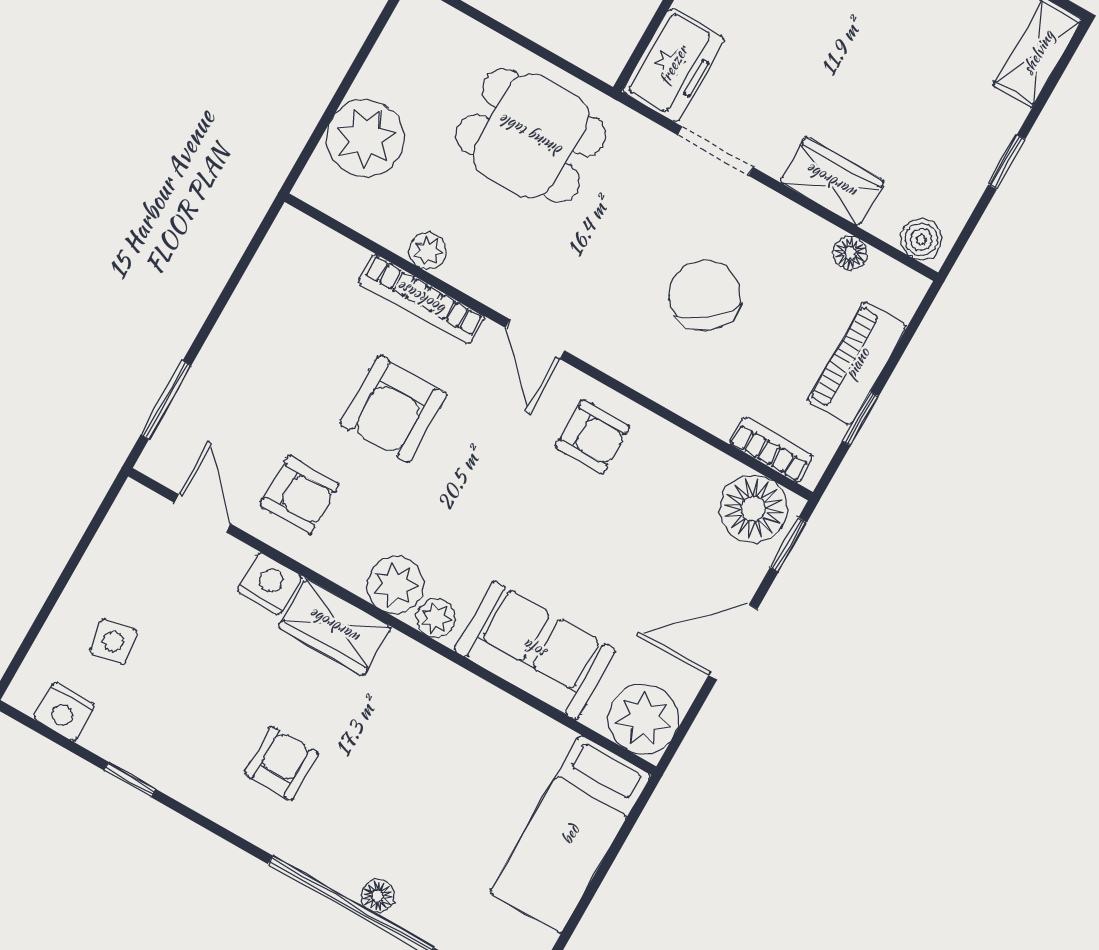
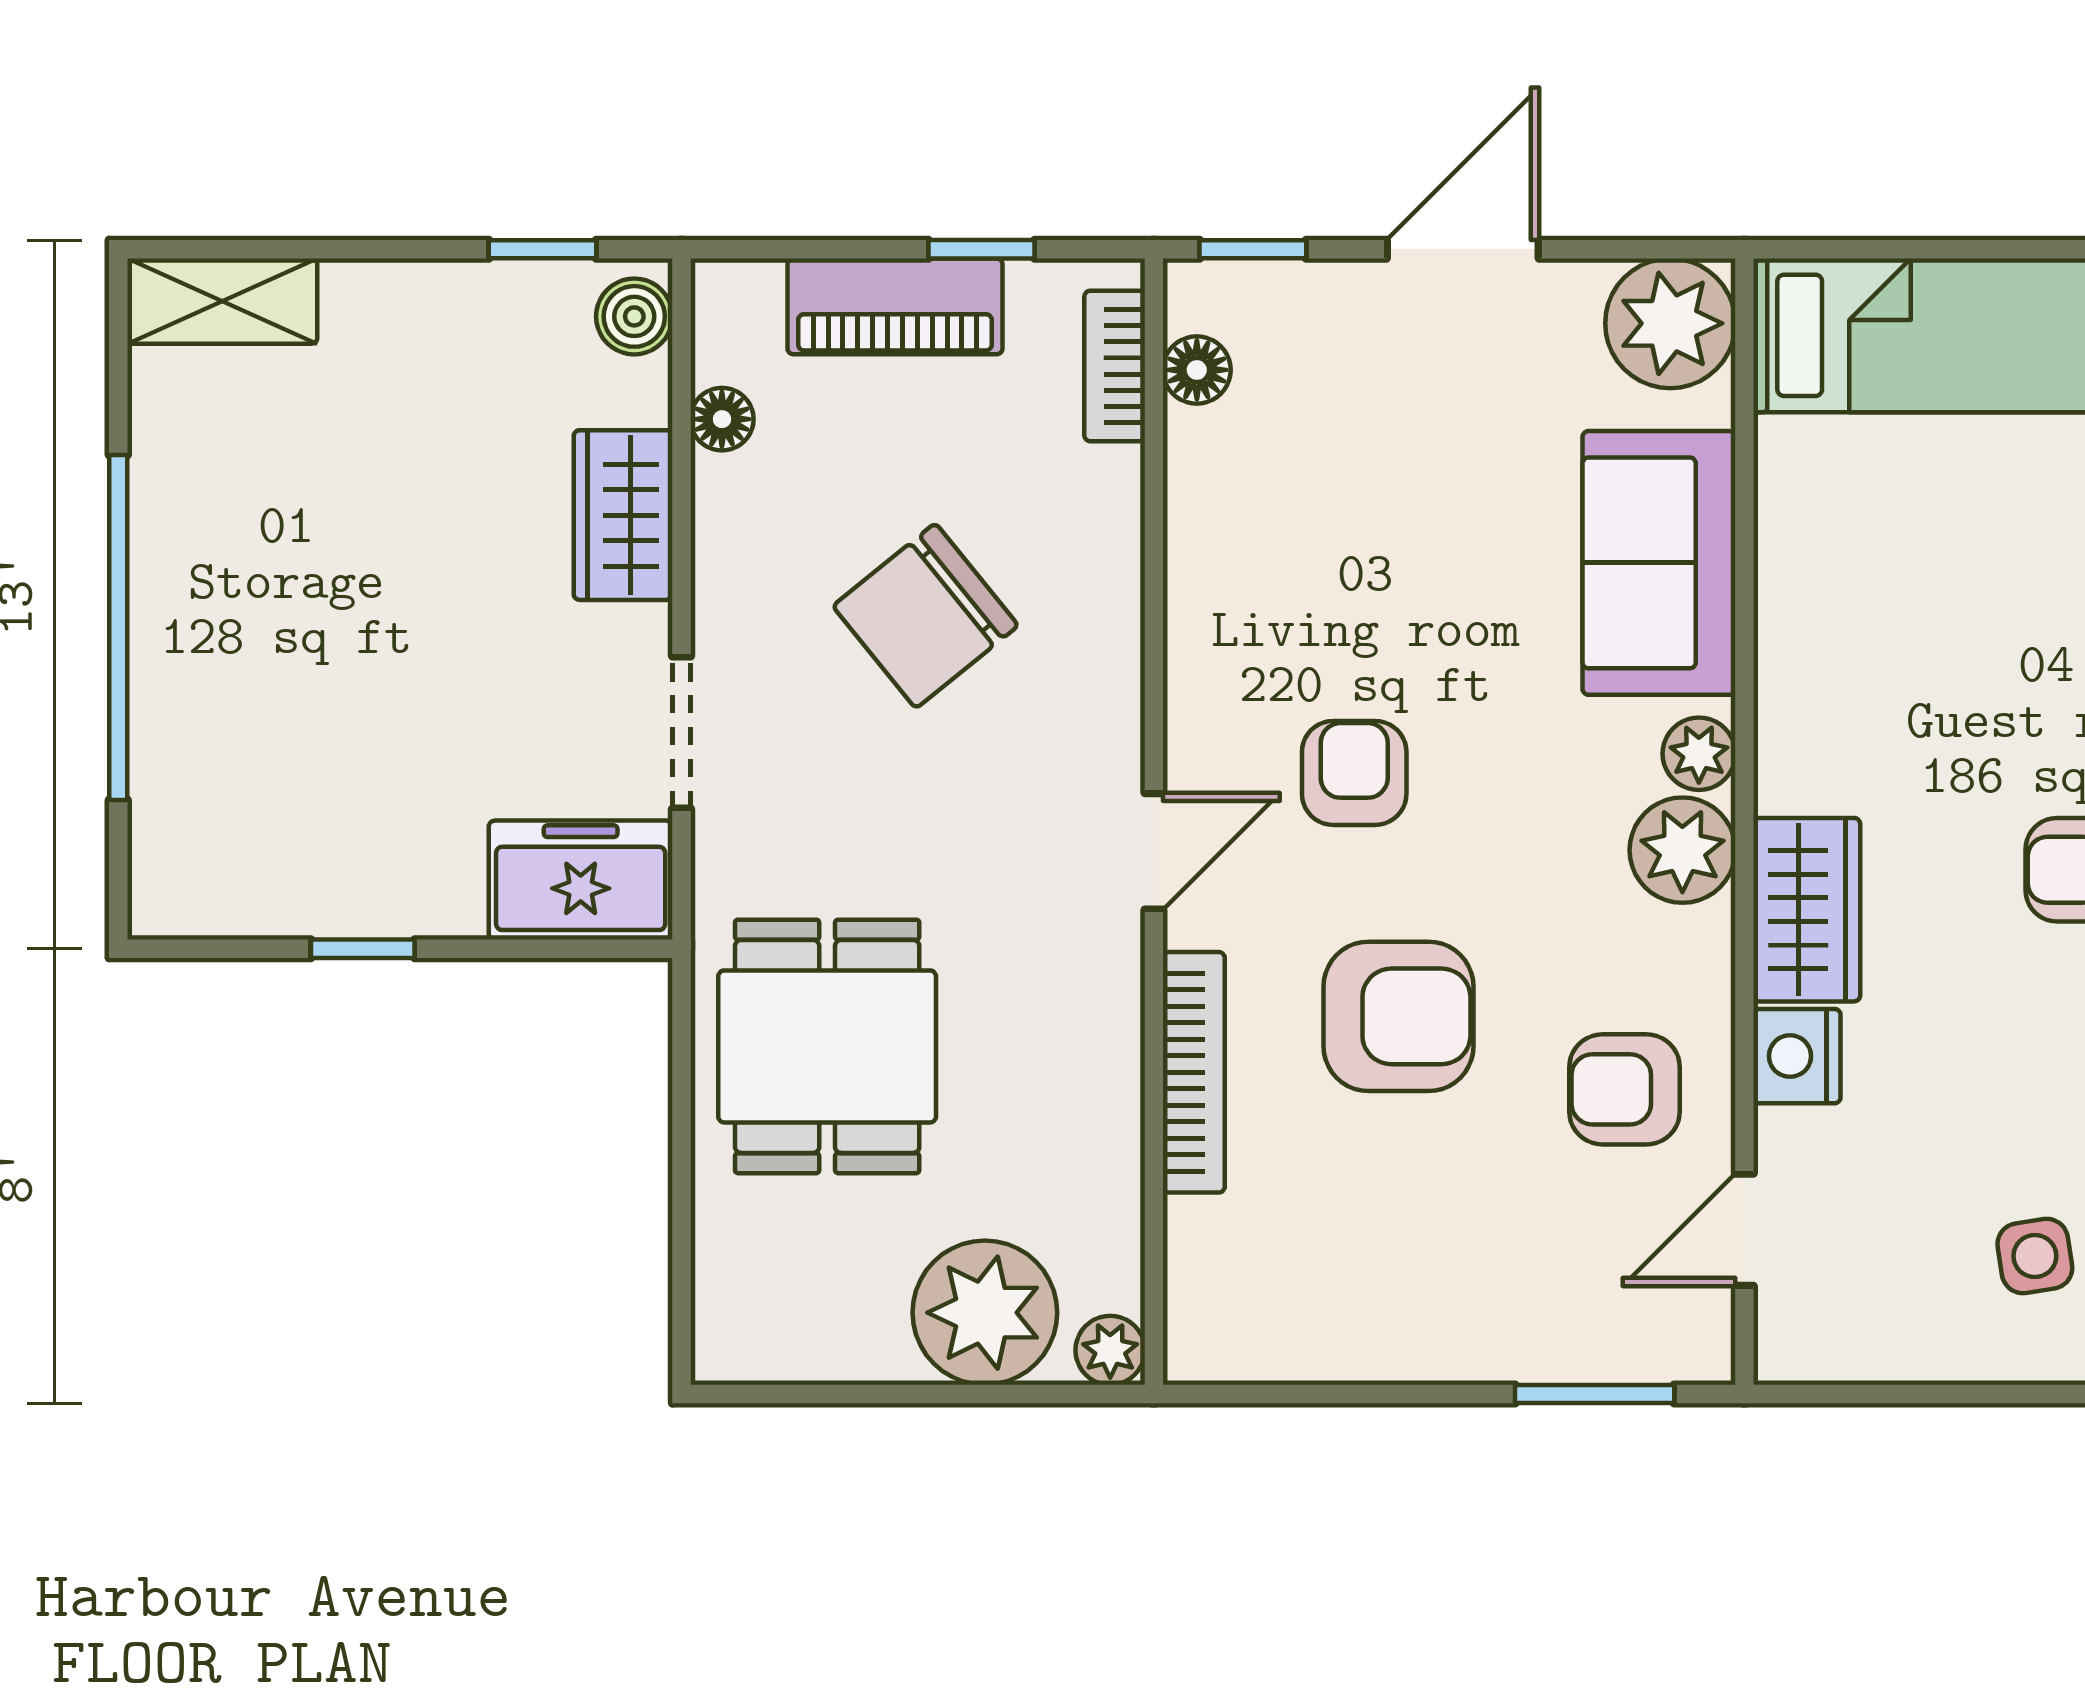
window: (1007, 162) -> (543, 249), moved
plant: (428, 251) -> (1110, 1350), moved
armchair: (592, 437) -> (1354, 773), moved
armchair: (299, 495) -> (1624, 1089), turned -90
floor lamp: (753, 509) -> (1197, 370), width x0.53, depth x0.53
door: (733, 642) -> (1463, 249), swing flipped

